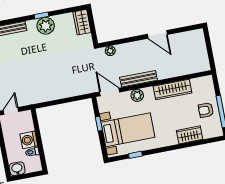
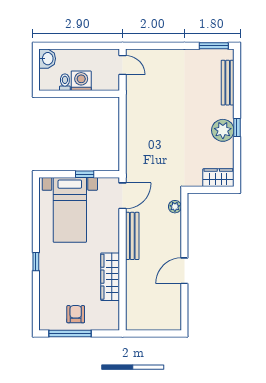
plant: (137, 95) -> (111, 230), removed
wardrobe: (190, 135) -> (48, 287), removed
window: (135, 155) -> (36, 262), moved

